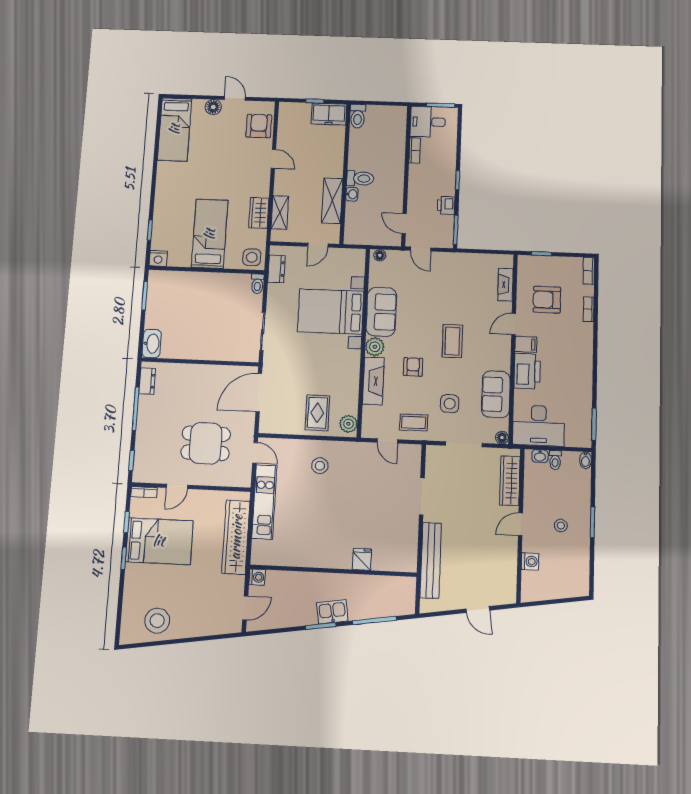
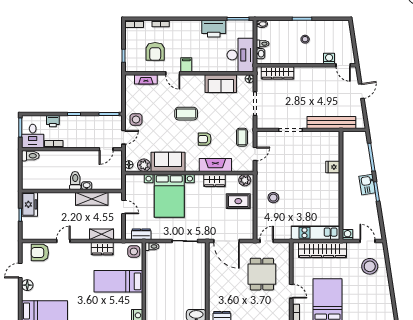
toilet: (358, 116) -> (30, 156), moved
printer: (446, 205) -> (53, 121), moved
plant: (375, 347) -> (144, 165), moved
printer: (527, 371) -> (214, 29), moved, turned 180
wardrobe: (350, 379) -> (215, 180), added
side table: (450, 404) -> (136, 119), moved
kitchen unit: (264, 502) -> (316, 233), moved
door: (520, 524) -> (343, 65), moved
stool: (157, 621) -> (370, 266), moved

